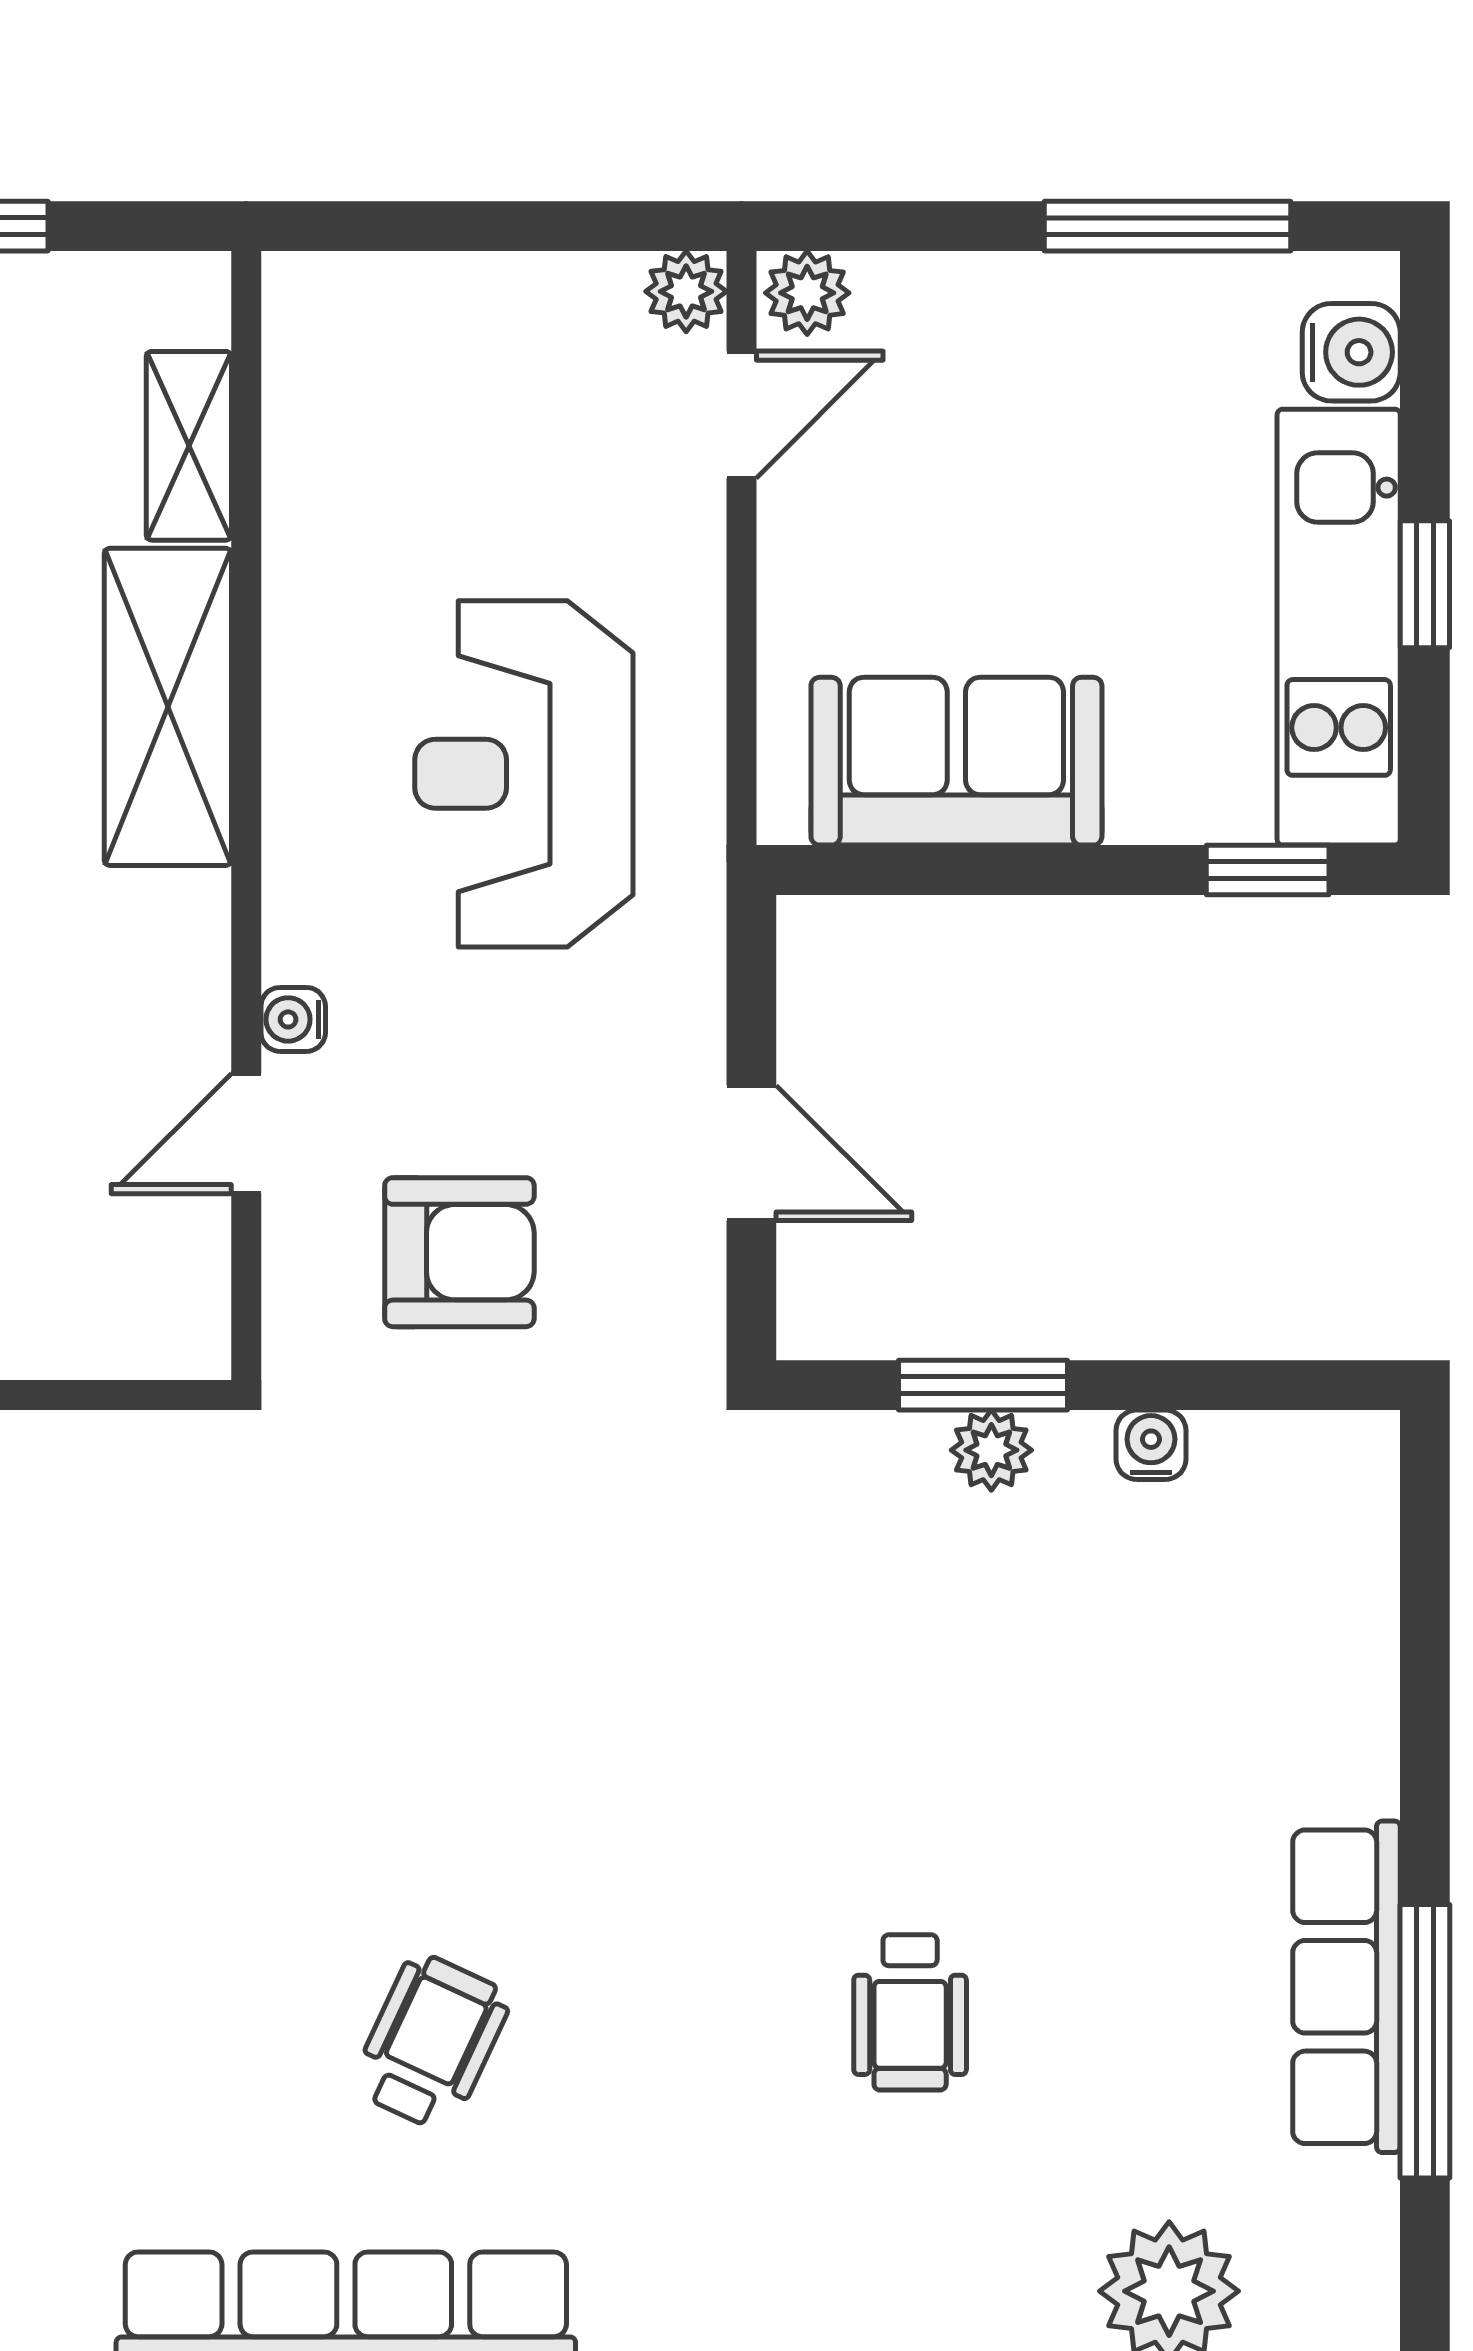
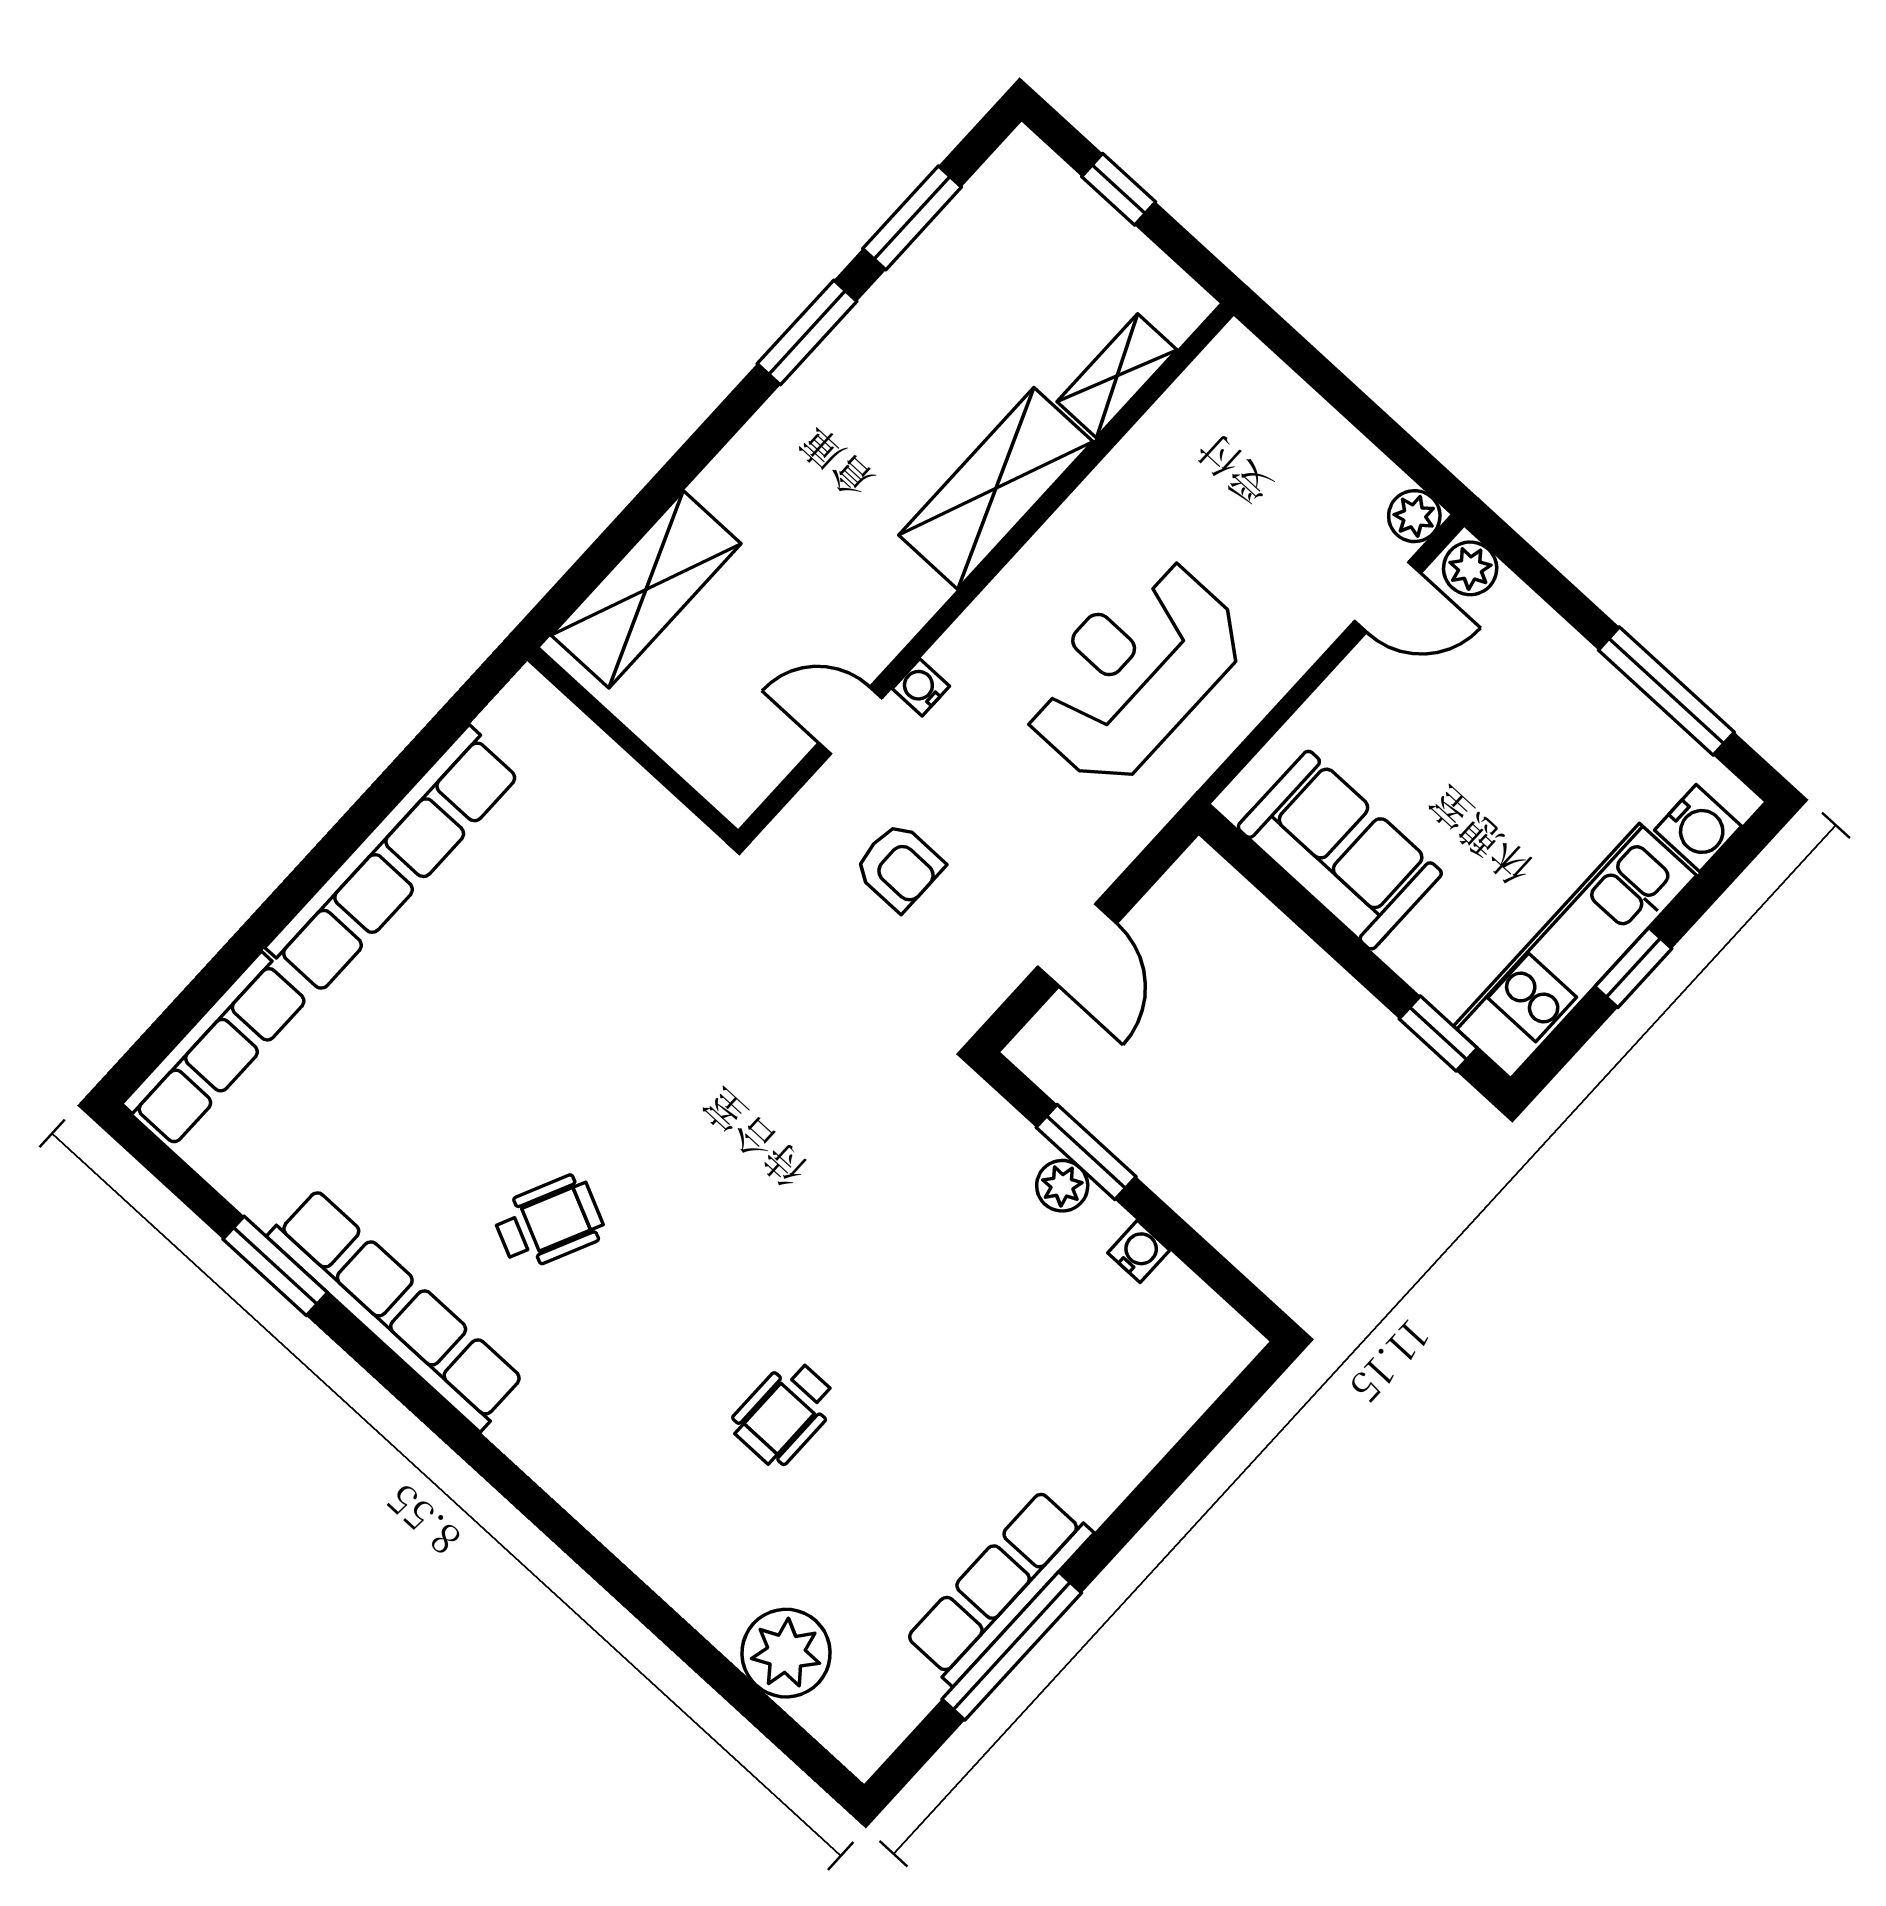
armchair: (459, 1252) -> (899, 867), width x0.72, depth x0.72

